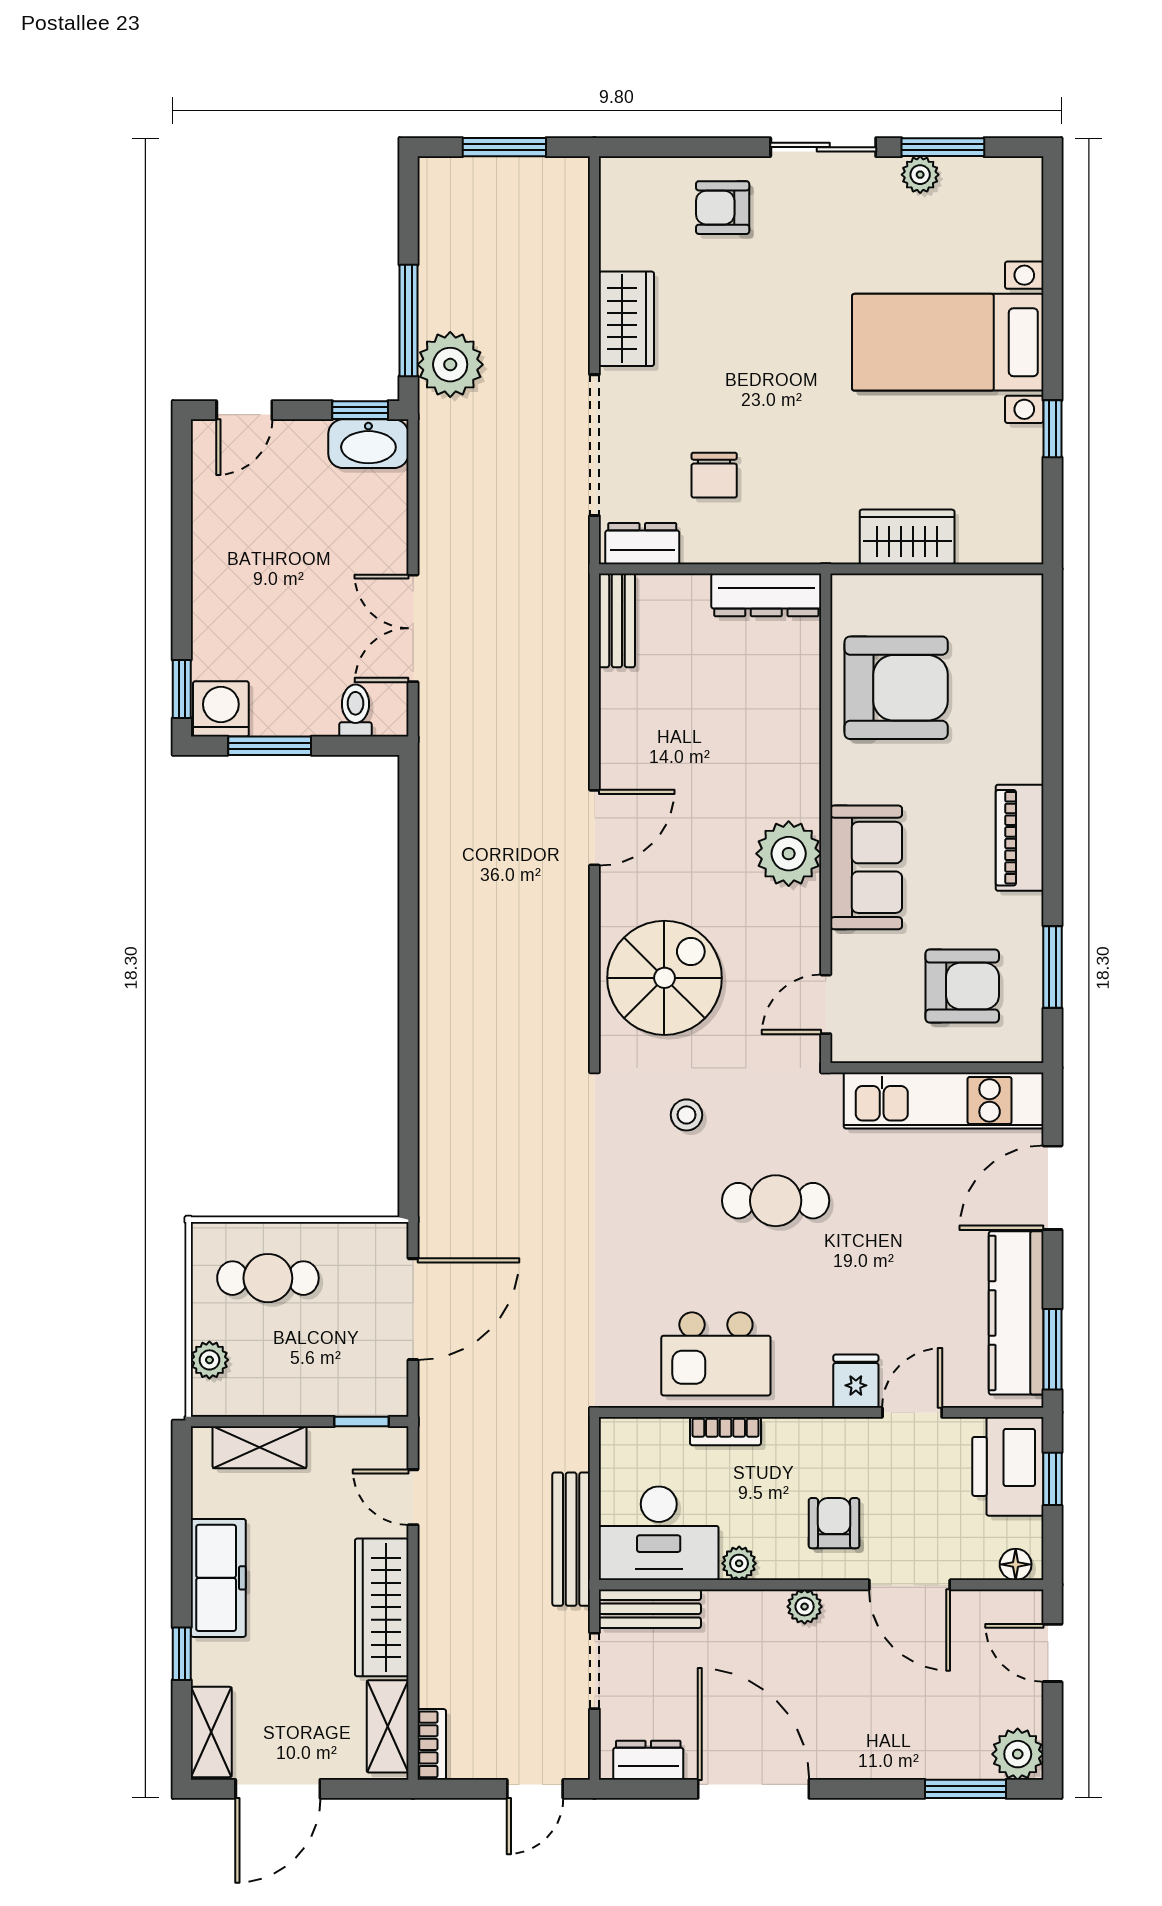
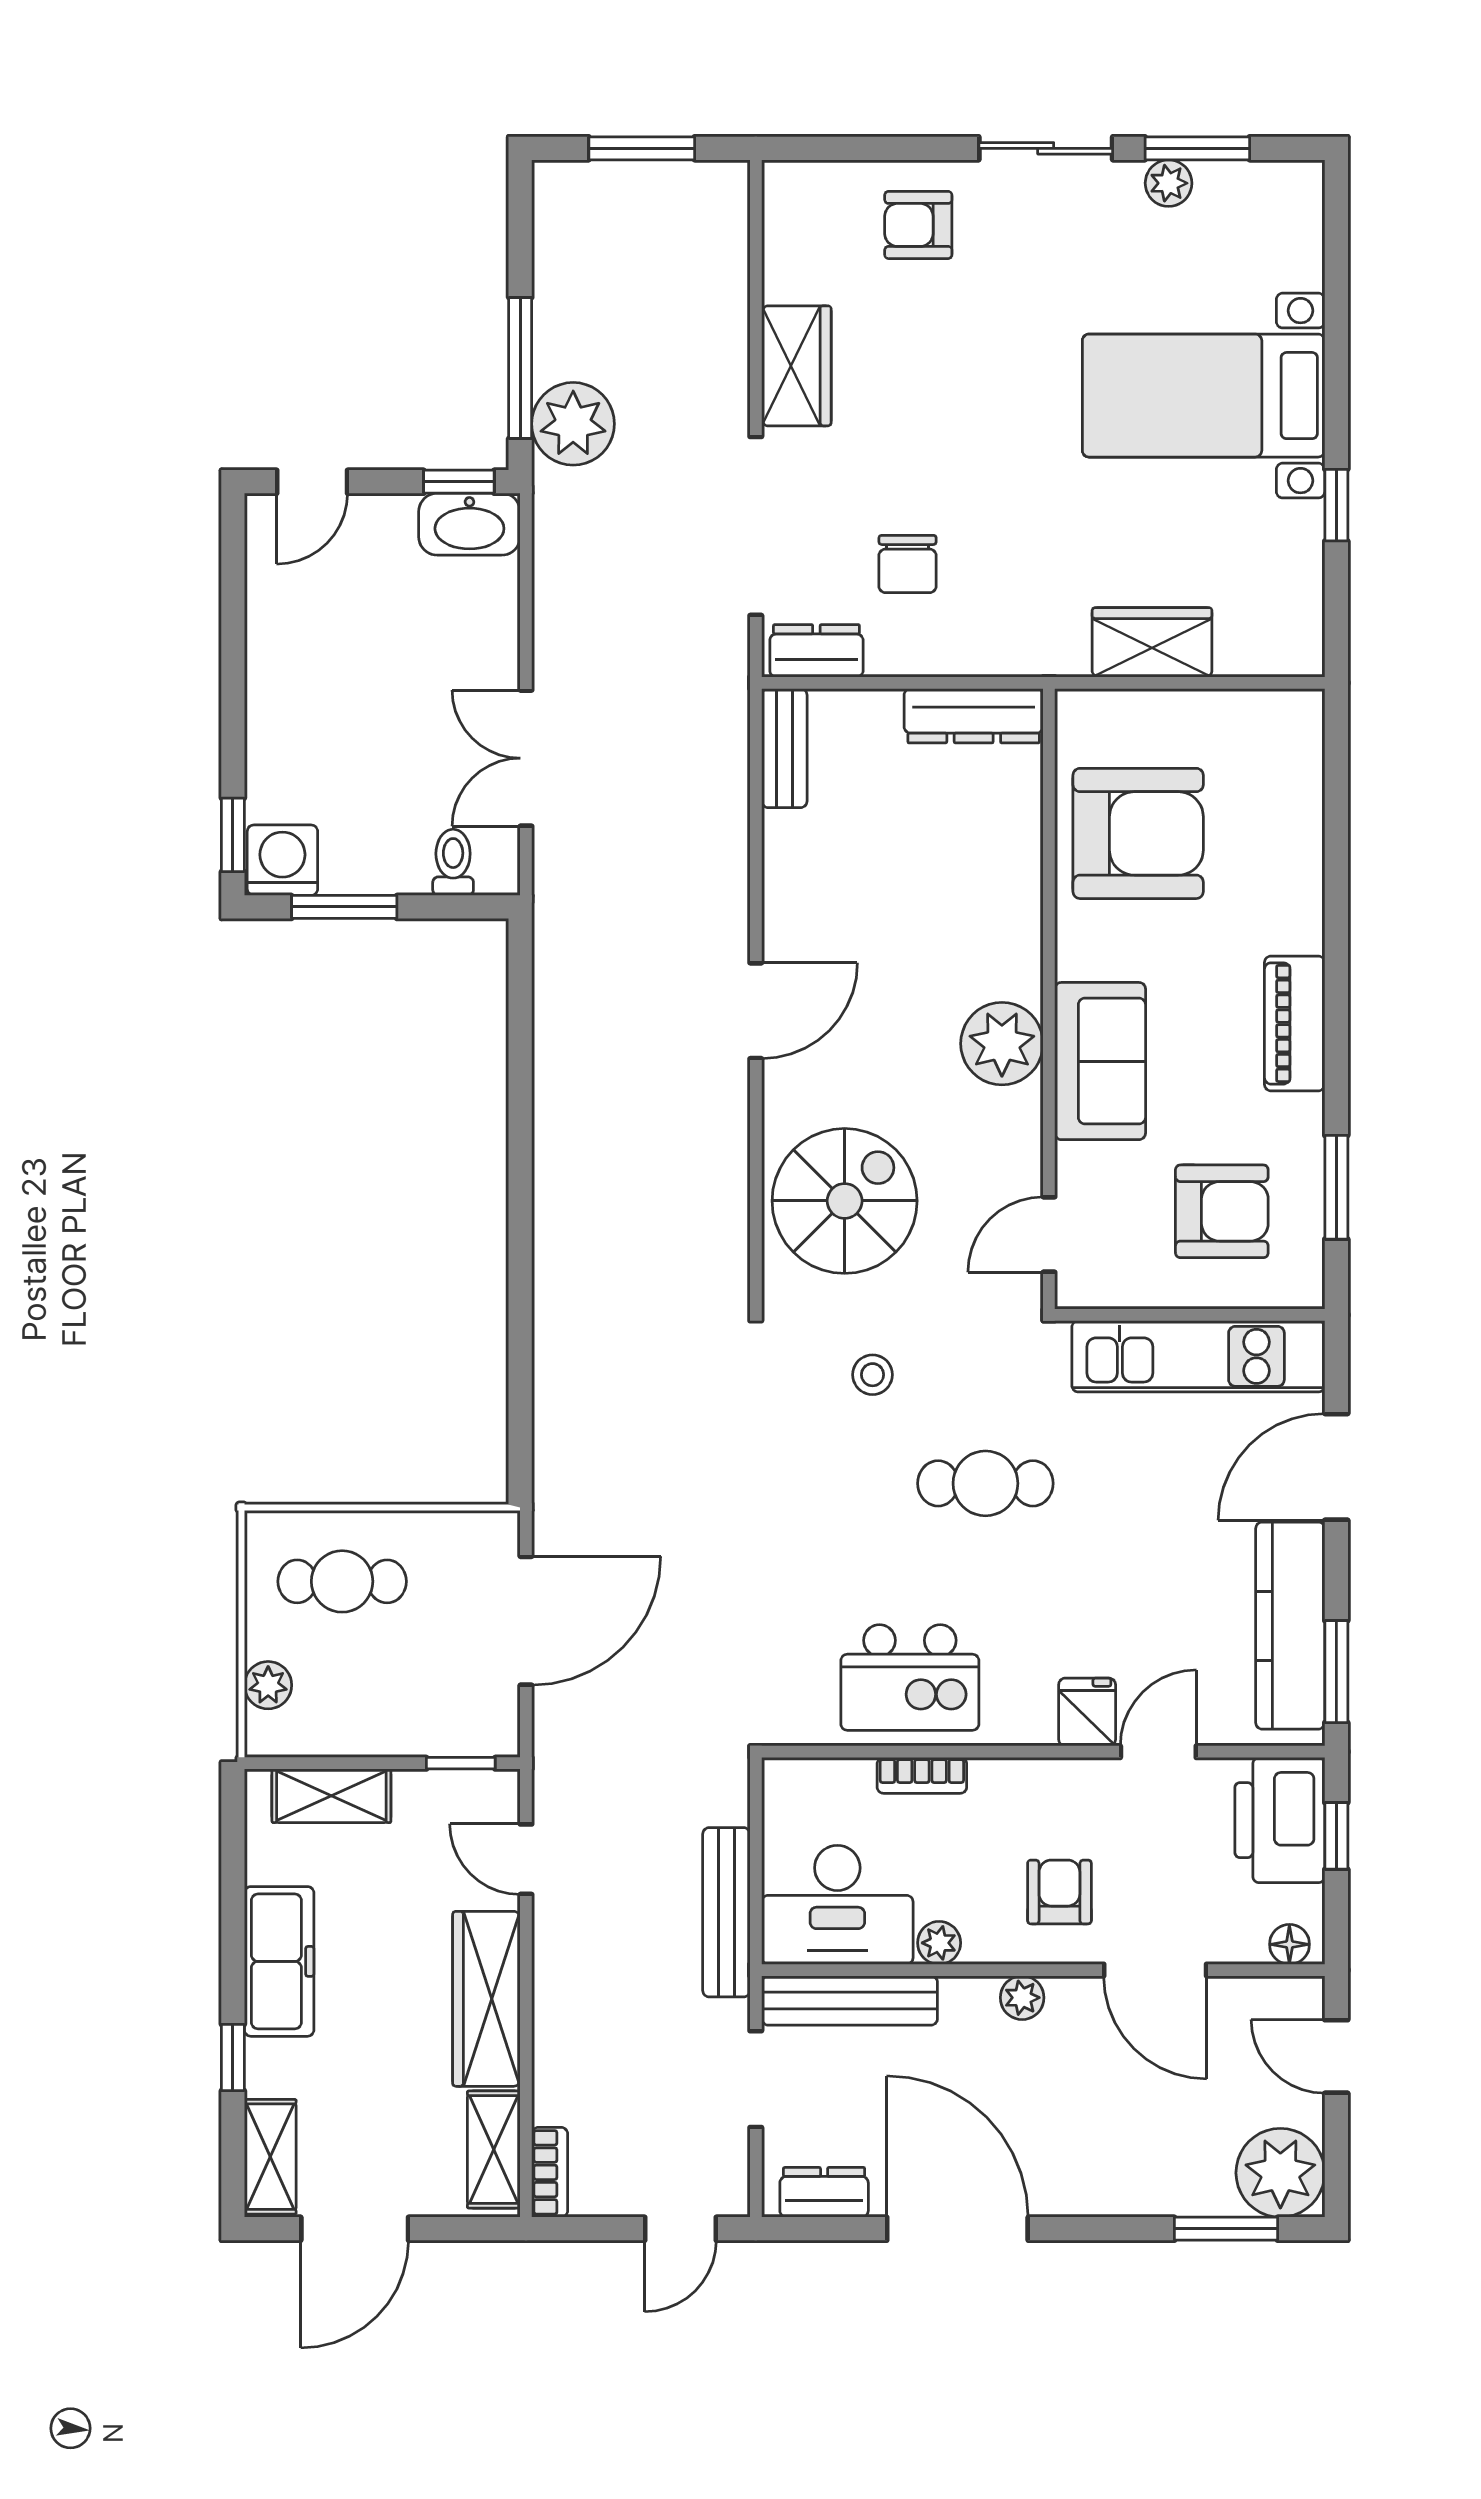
bench: (650, 1609) -> (850, 2000), width x1.36
plant: (1018, 1754) -> (1280, 2173), width x1.36, depth x1.36

